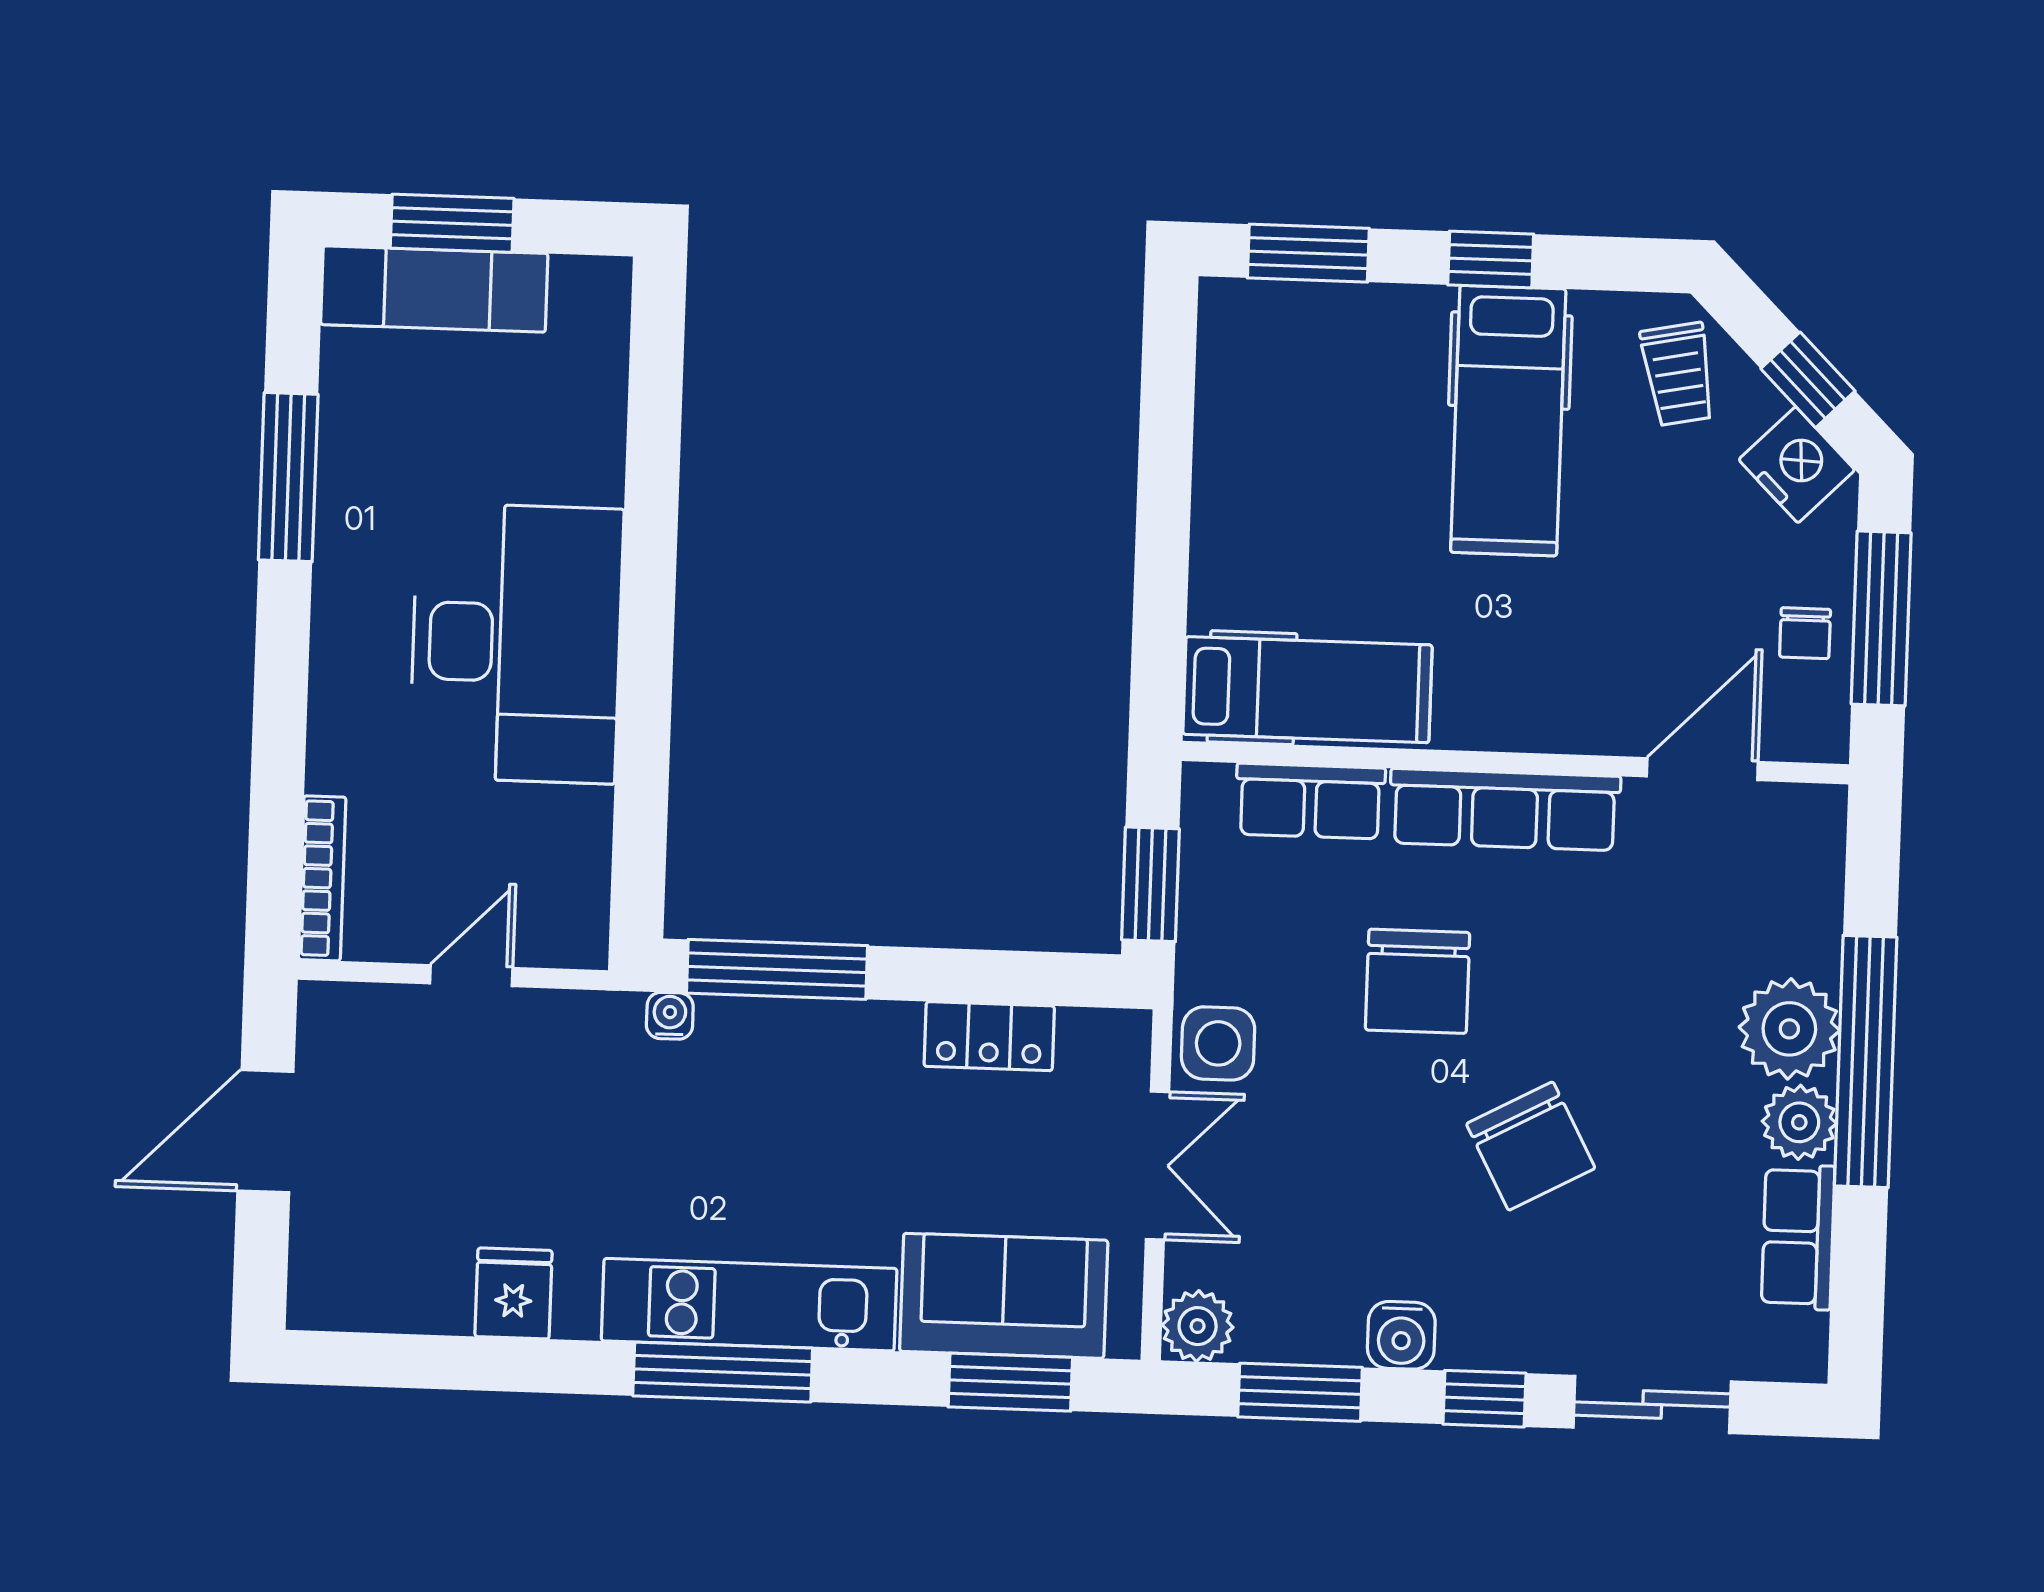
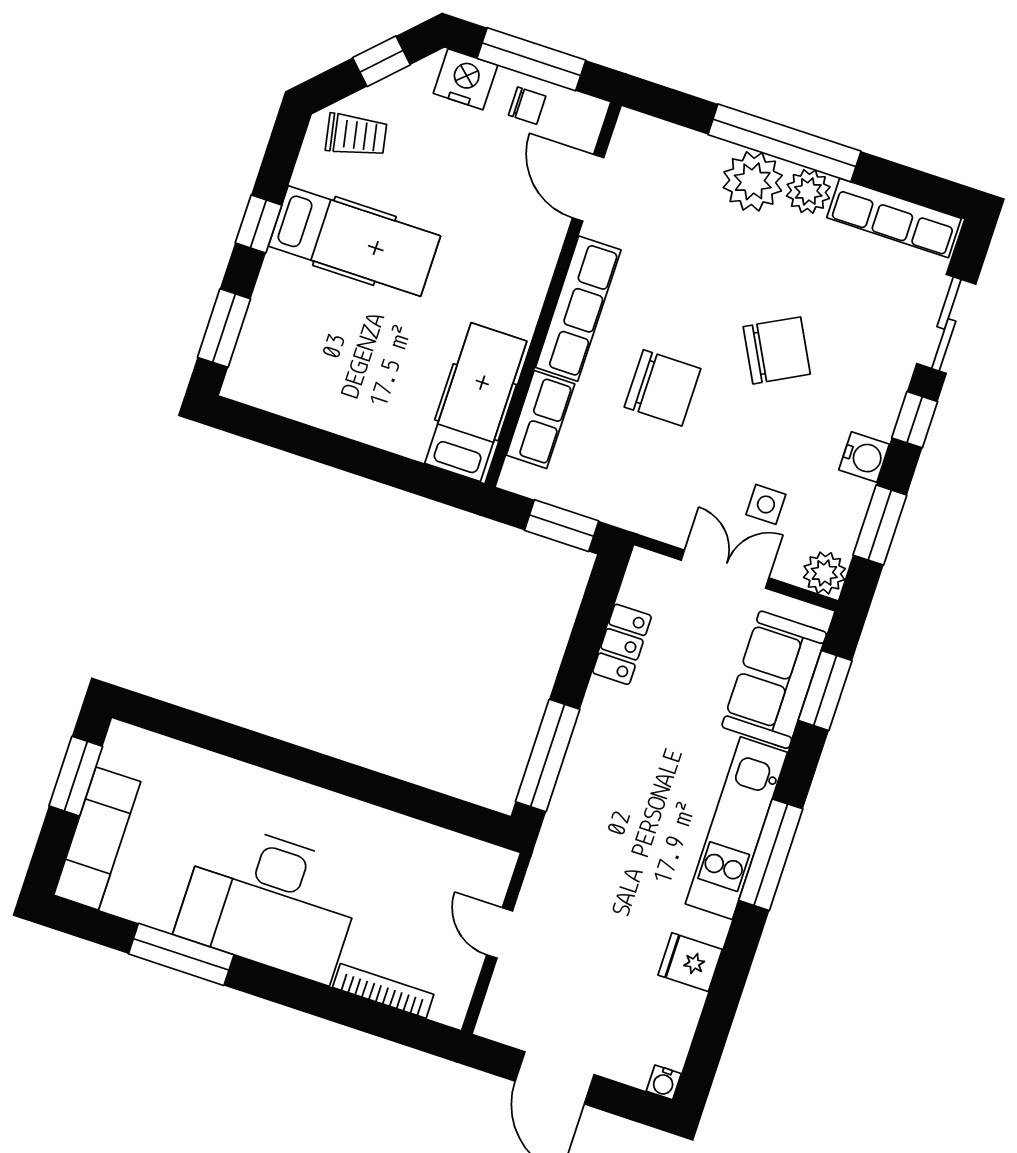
window: (452, 223) -> (76, 776), moved
nightstand: (1797, 465) -> (465, 79), moved, turned 45
desk: (516, 643) -> (270, 902), moved, turned 180
bookcase: (322, 878) -> (383, 991), moved
water cooler: (670, 1016) -> (664, 1082), moved, turned -90
side table: (1218, 1043) -> (766, 504), moved, width x0.73, depth x0.73
row of seats: (1798, 1237) -> (894, 218), width x1.48

